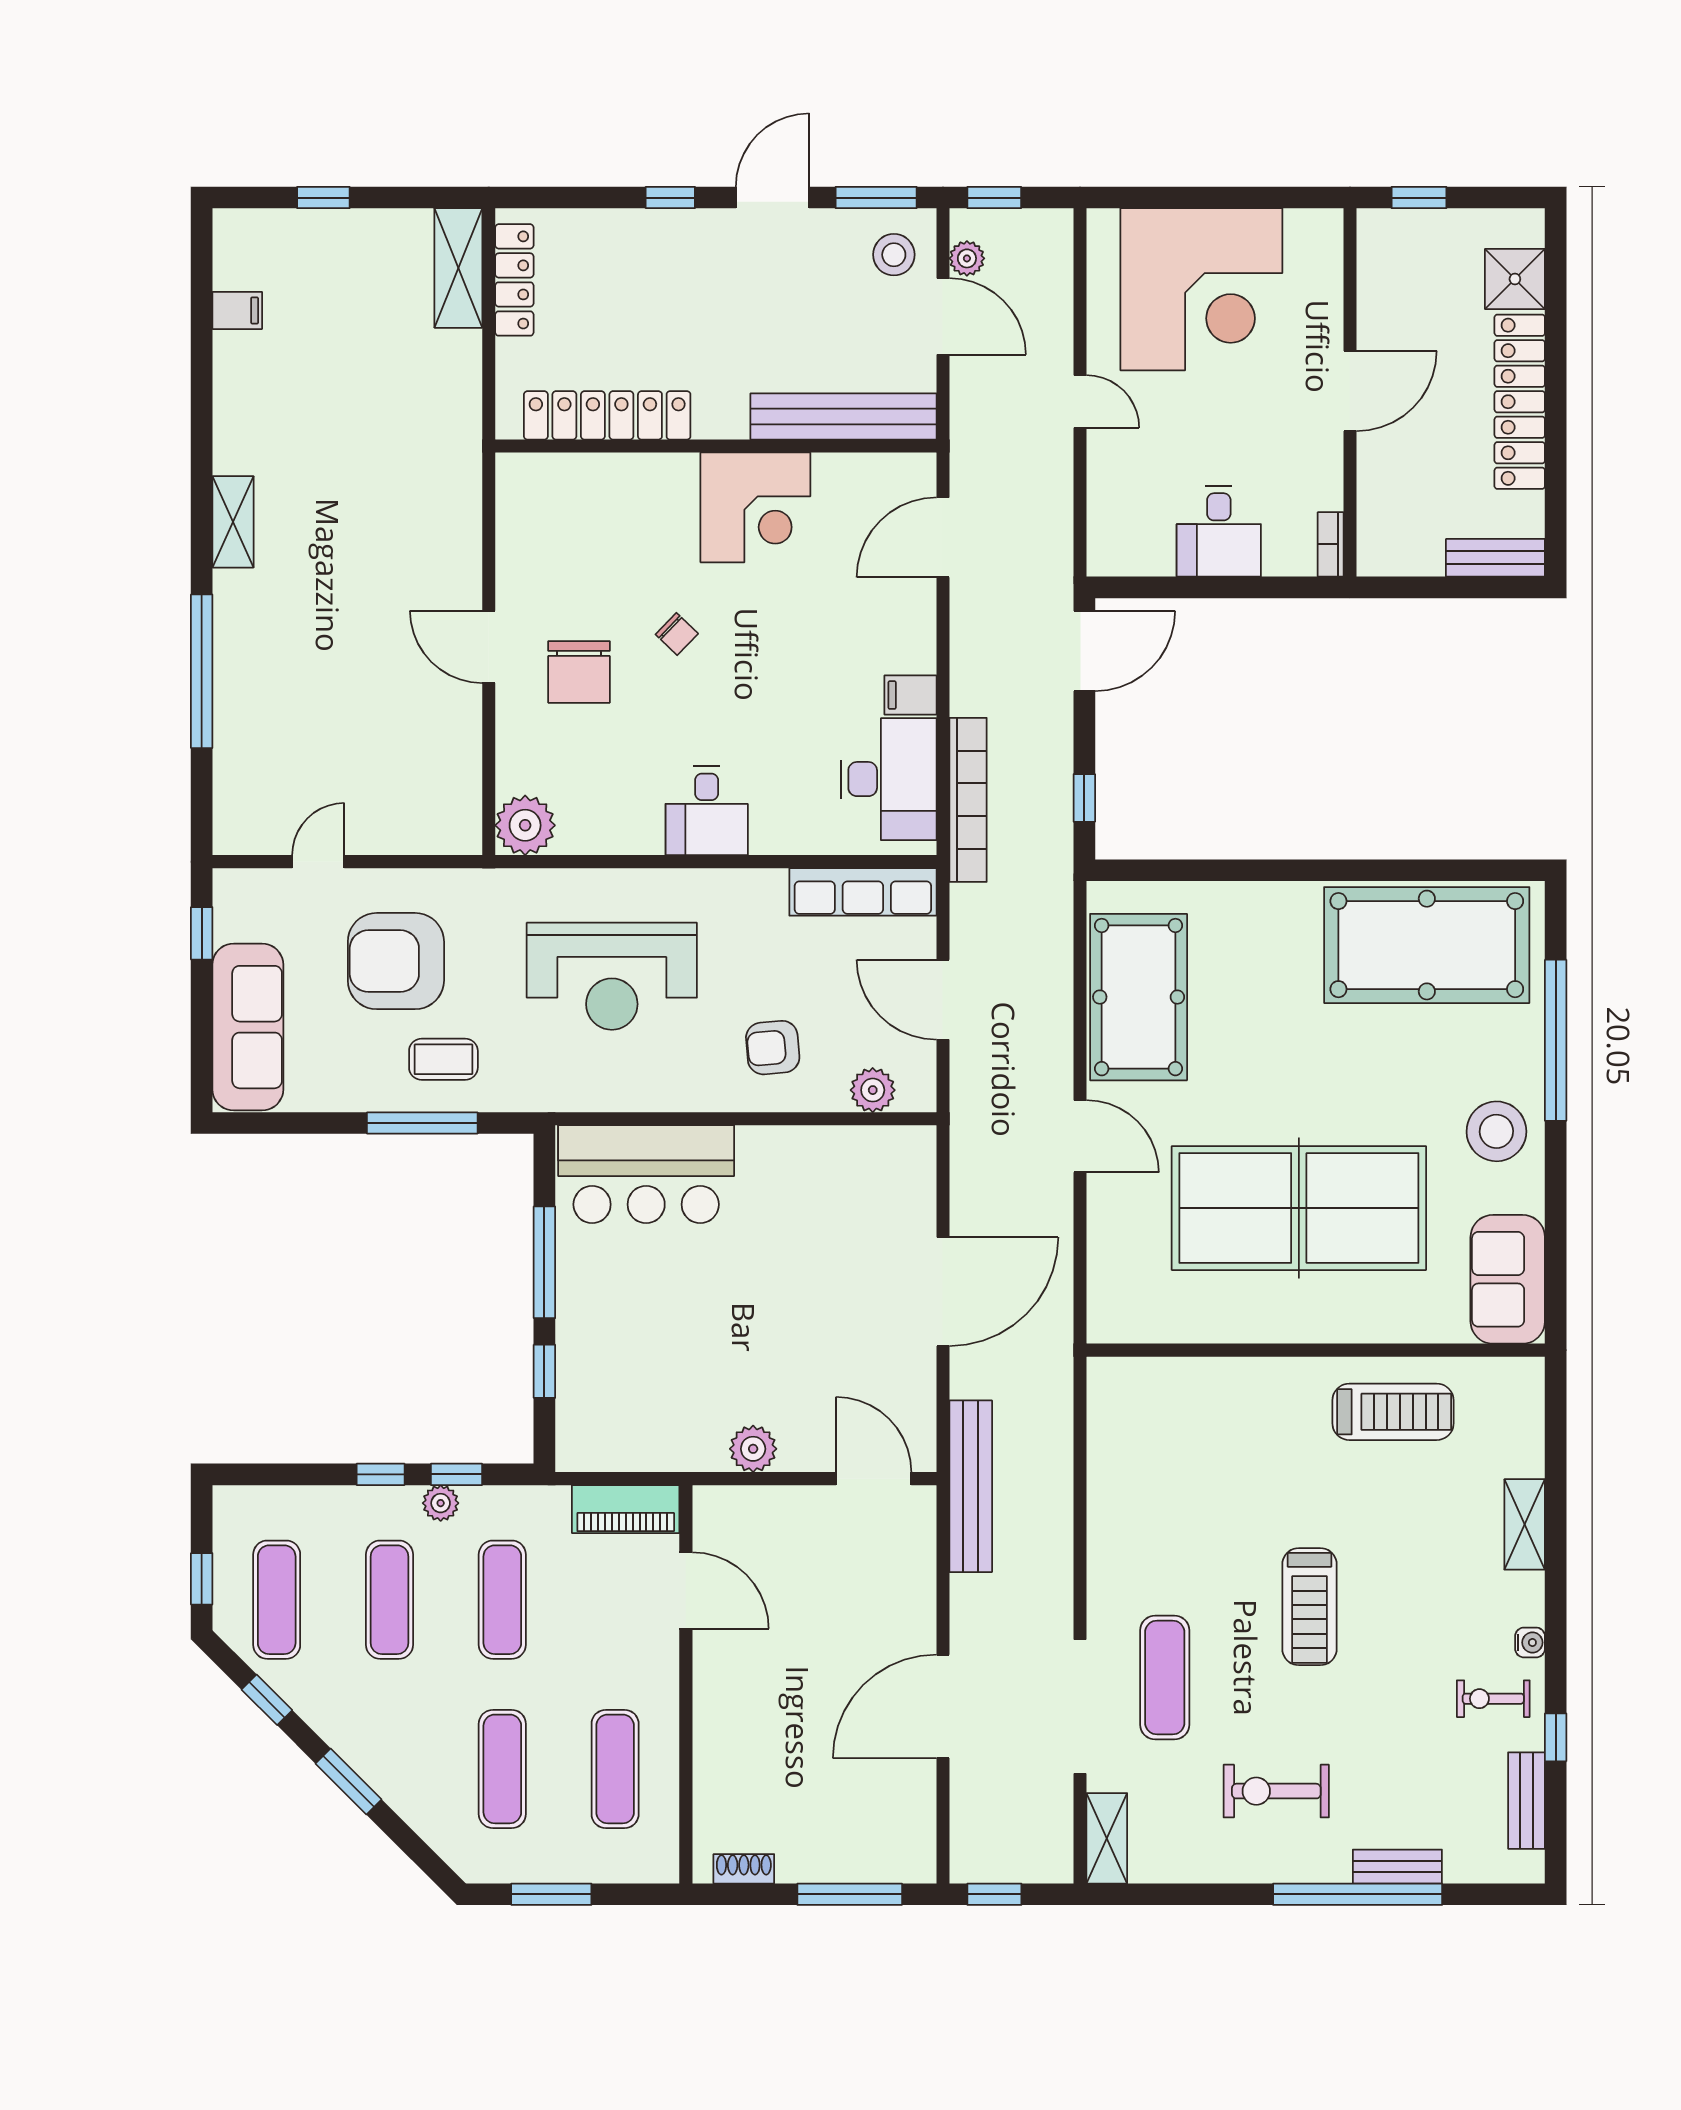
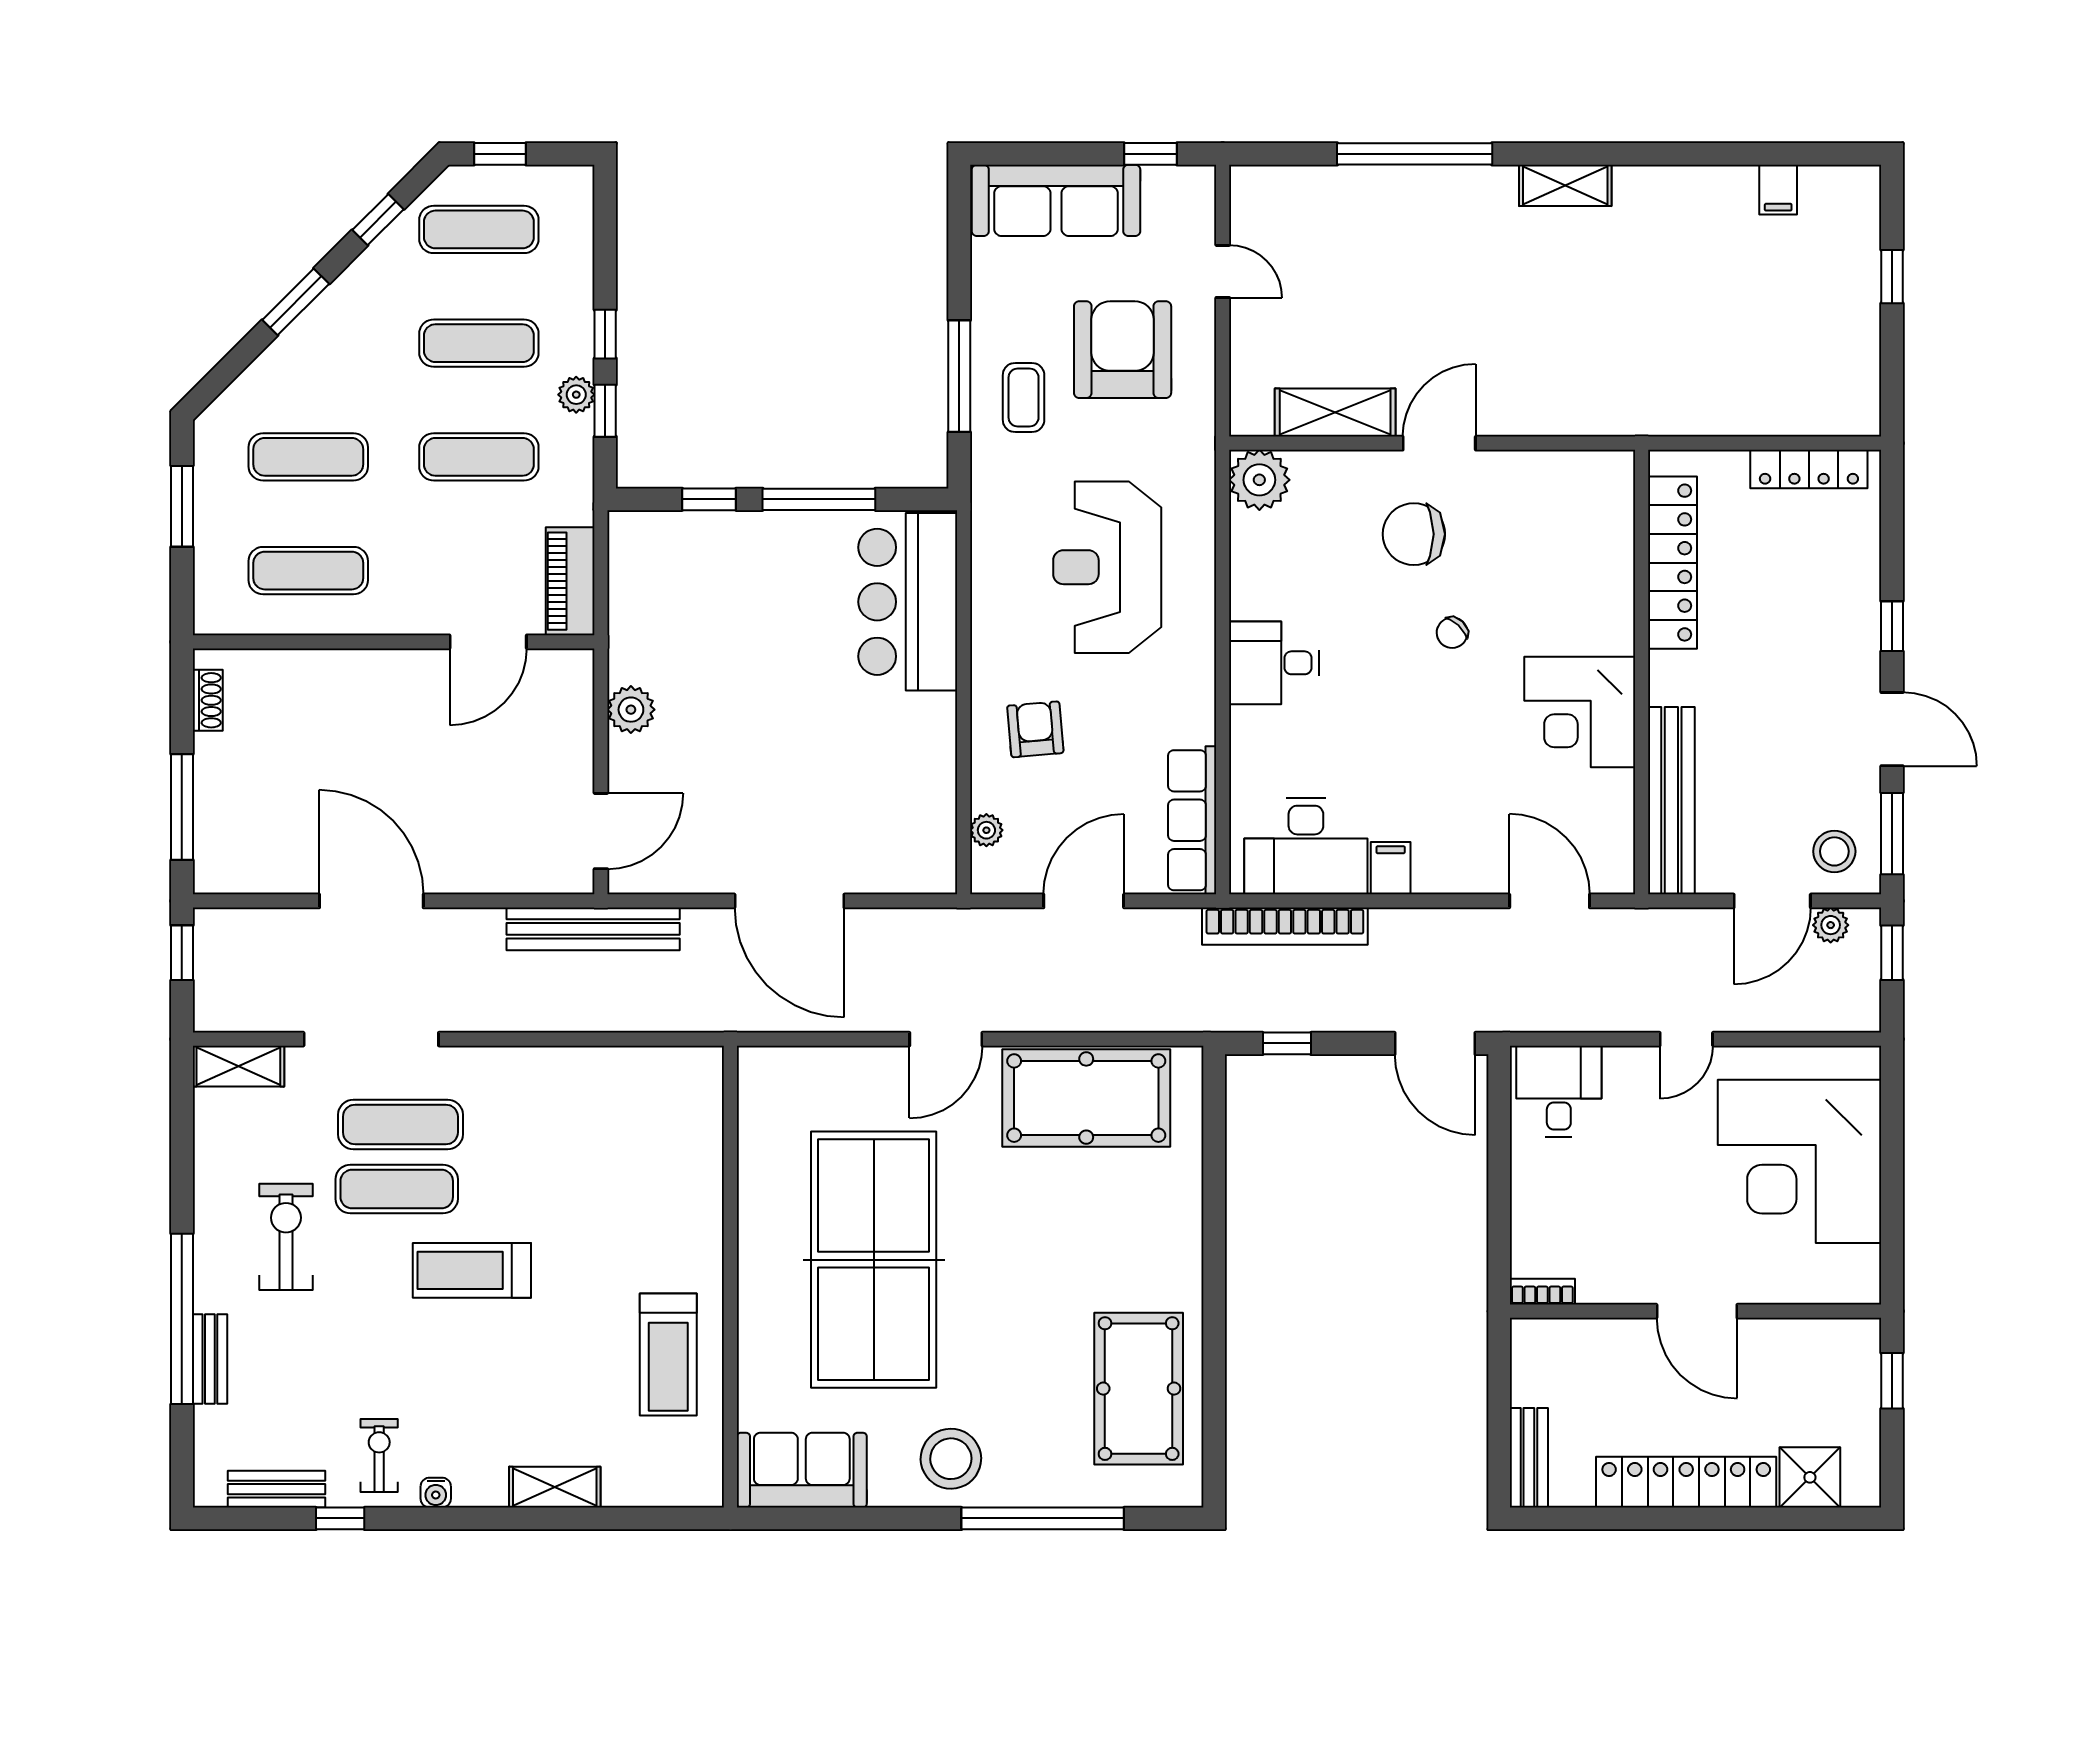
shelving: (458, 268) -> (1335, 413), moved
desk: (1219, 531) -> (1559, 1091), moved, turned 90
pool table: (1427, 945) -> (1139, 1389), width x0.73, depth x0.76
plant: (873, 1090) -> (986, 830), width x0.73, depth x0.73
exercise mat: (1229, 1681) -> (397, 1189), added

